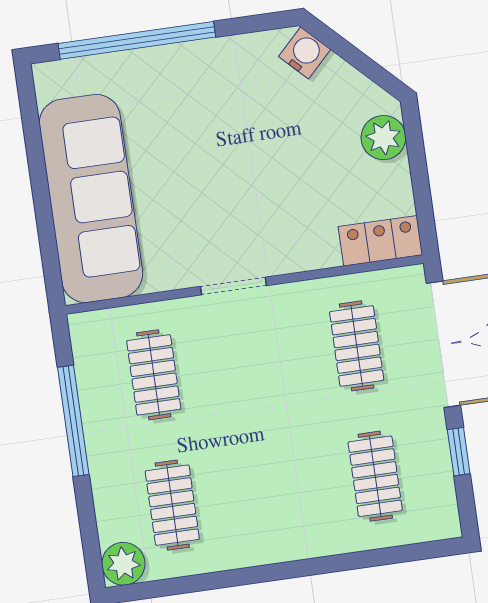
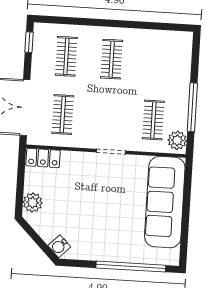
window: (459, 452) -> (29, 42), moved
clothes rail: (172, 505) -> (112, 59), moved
plant: (123, 564) -> (177, 140), moved

